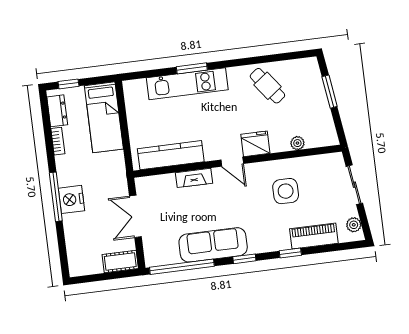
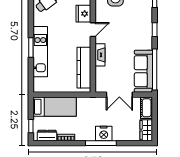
sofa: (213, 245) -> (143, 71), moved
wardrobe: (85, 266) -> (146, 130), added

